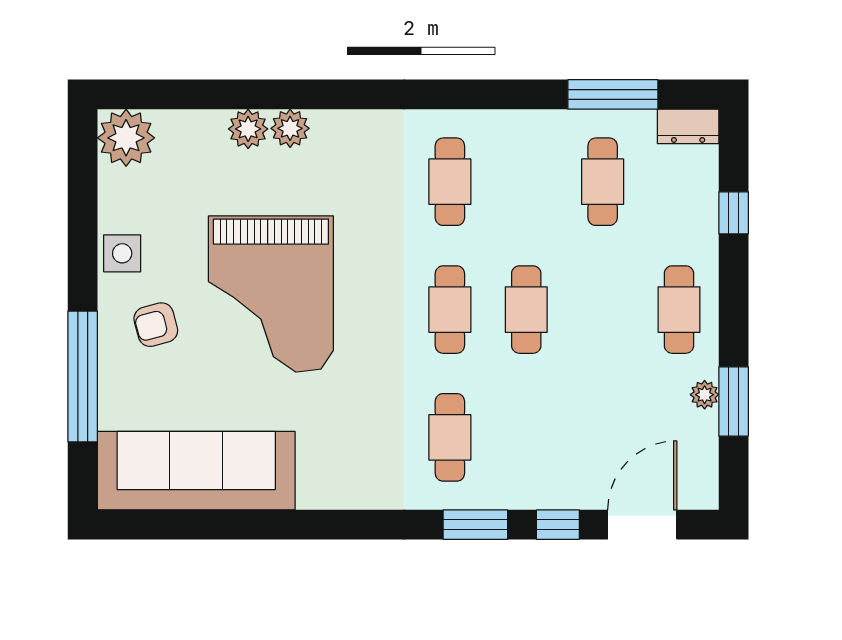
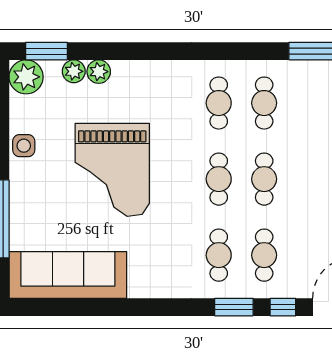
window: (160, 94) -> (47, 51), added
plant: (290, 128) -> (74, 71), moved
cafe table: (603, 182) -> (264, 103), moved
armchair: (156, 325) -> (44, 188), removed
cafe table: (526, 437) -> (264, 255), added

